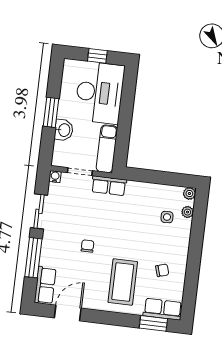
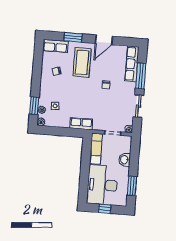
window: (51, 112) -> (132, 186), moved
row of seats: (109, 186) -> (81, 124), moved
window: (199, 219) -> (34, 106), added
row of seats: (45, 285) -> (132, 64), width x1.48
door: (68, 313) -> (104, 40), moved
window: (153, 323) -> (73, 37), moved

